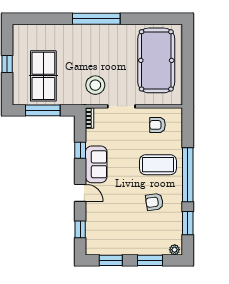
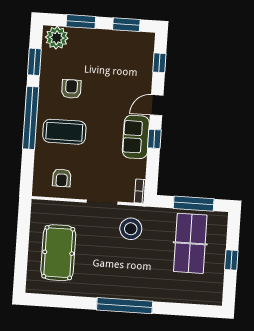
pool table: (156, 60) -> (58, 253), width x0.73, depth x0.76
armchair: (158, 125) -> (62, 178), turned 90
window: (80, 150) -> (154, 139), moved
door: (80, 193) -> (157, 105), hinge flipped
armchair: (154, 202) -> (71, 89), turned -82
plant: (175, 250) -> (57, 38), width x1.88, depth x1.88

